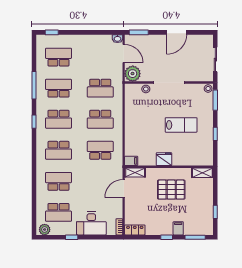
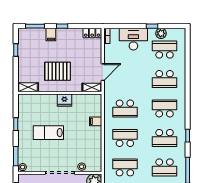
school desk: (58, 119) -> (165, 138), turned 180
filing cabinet: (131, 161) -> (96, 121), moved
plant: (45, 230) -> (161, 33), moved

